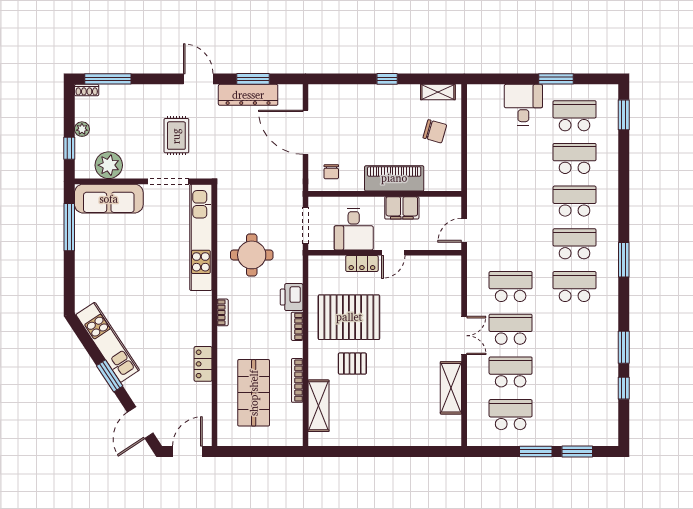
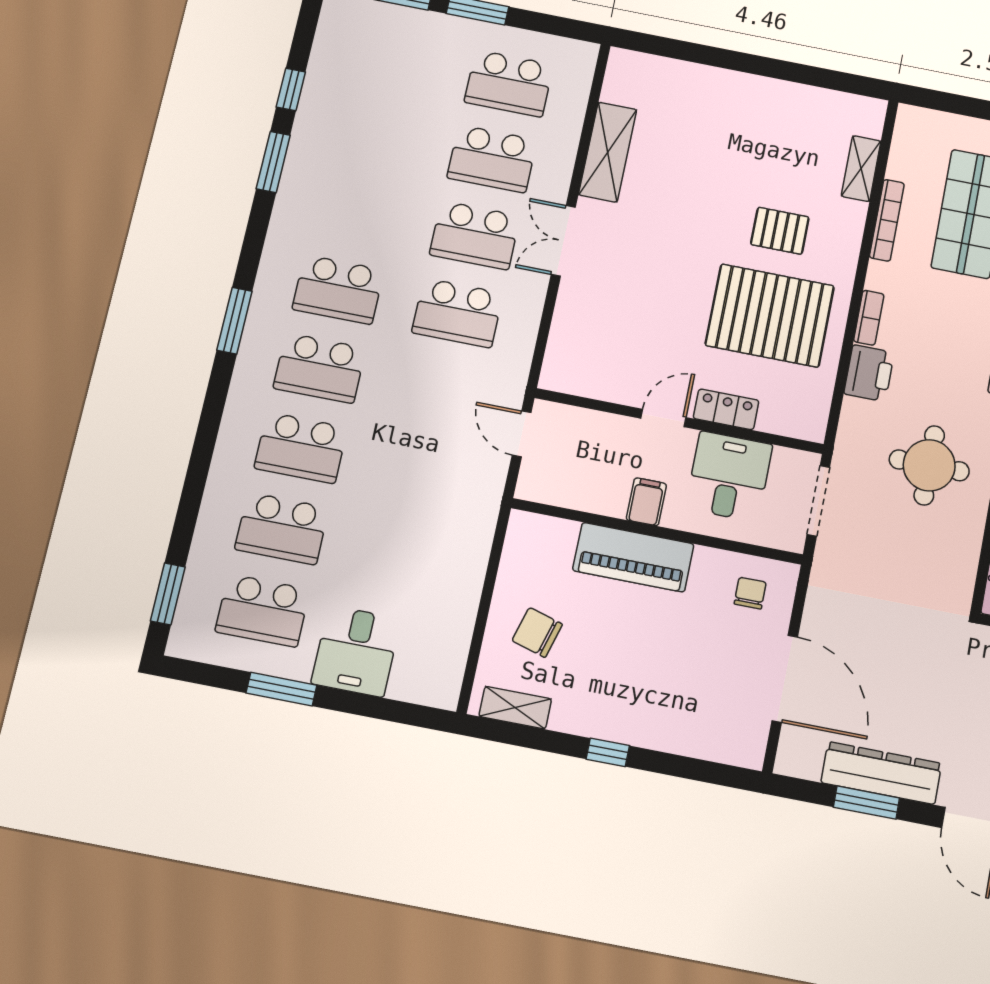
filing cabinet: (402, 208) -> (646, 502), width x0.50
door: (464, 230) -> (522, 434), swing flipped
shelving: (319, 406) -> (861, 169), width x0.67, depth x0.75

